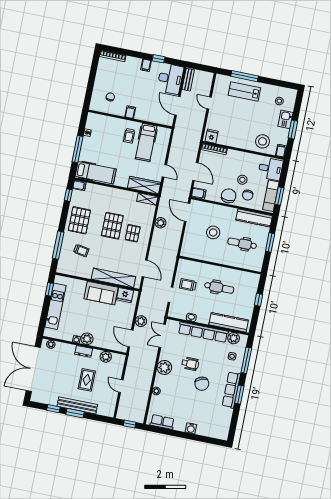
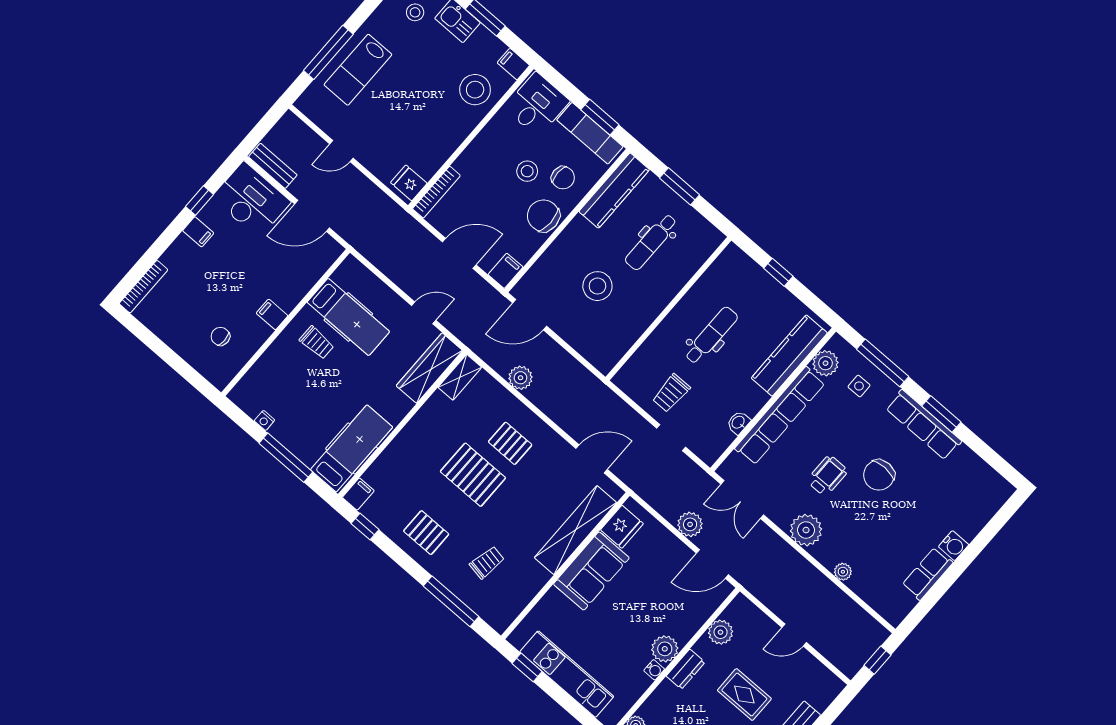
pallet: (79, 220) -> (426, 533), width x0.67, depth x0.71
chair: (202, 384) -> (879, 475), turned 112
row of seats: (162, 422) -> (927, 574), moved

